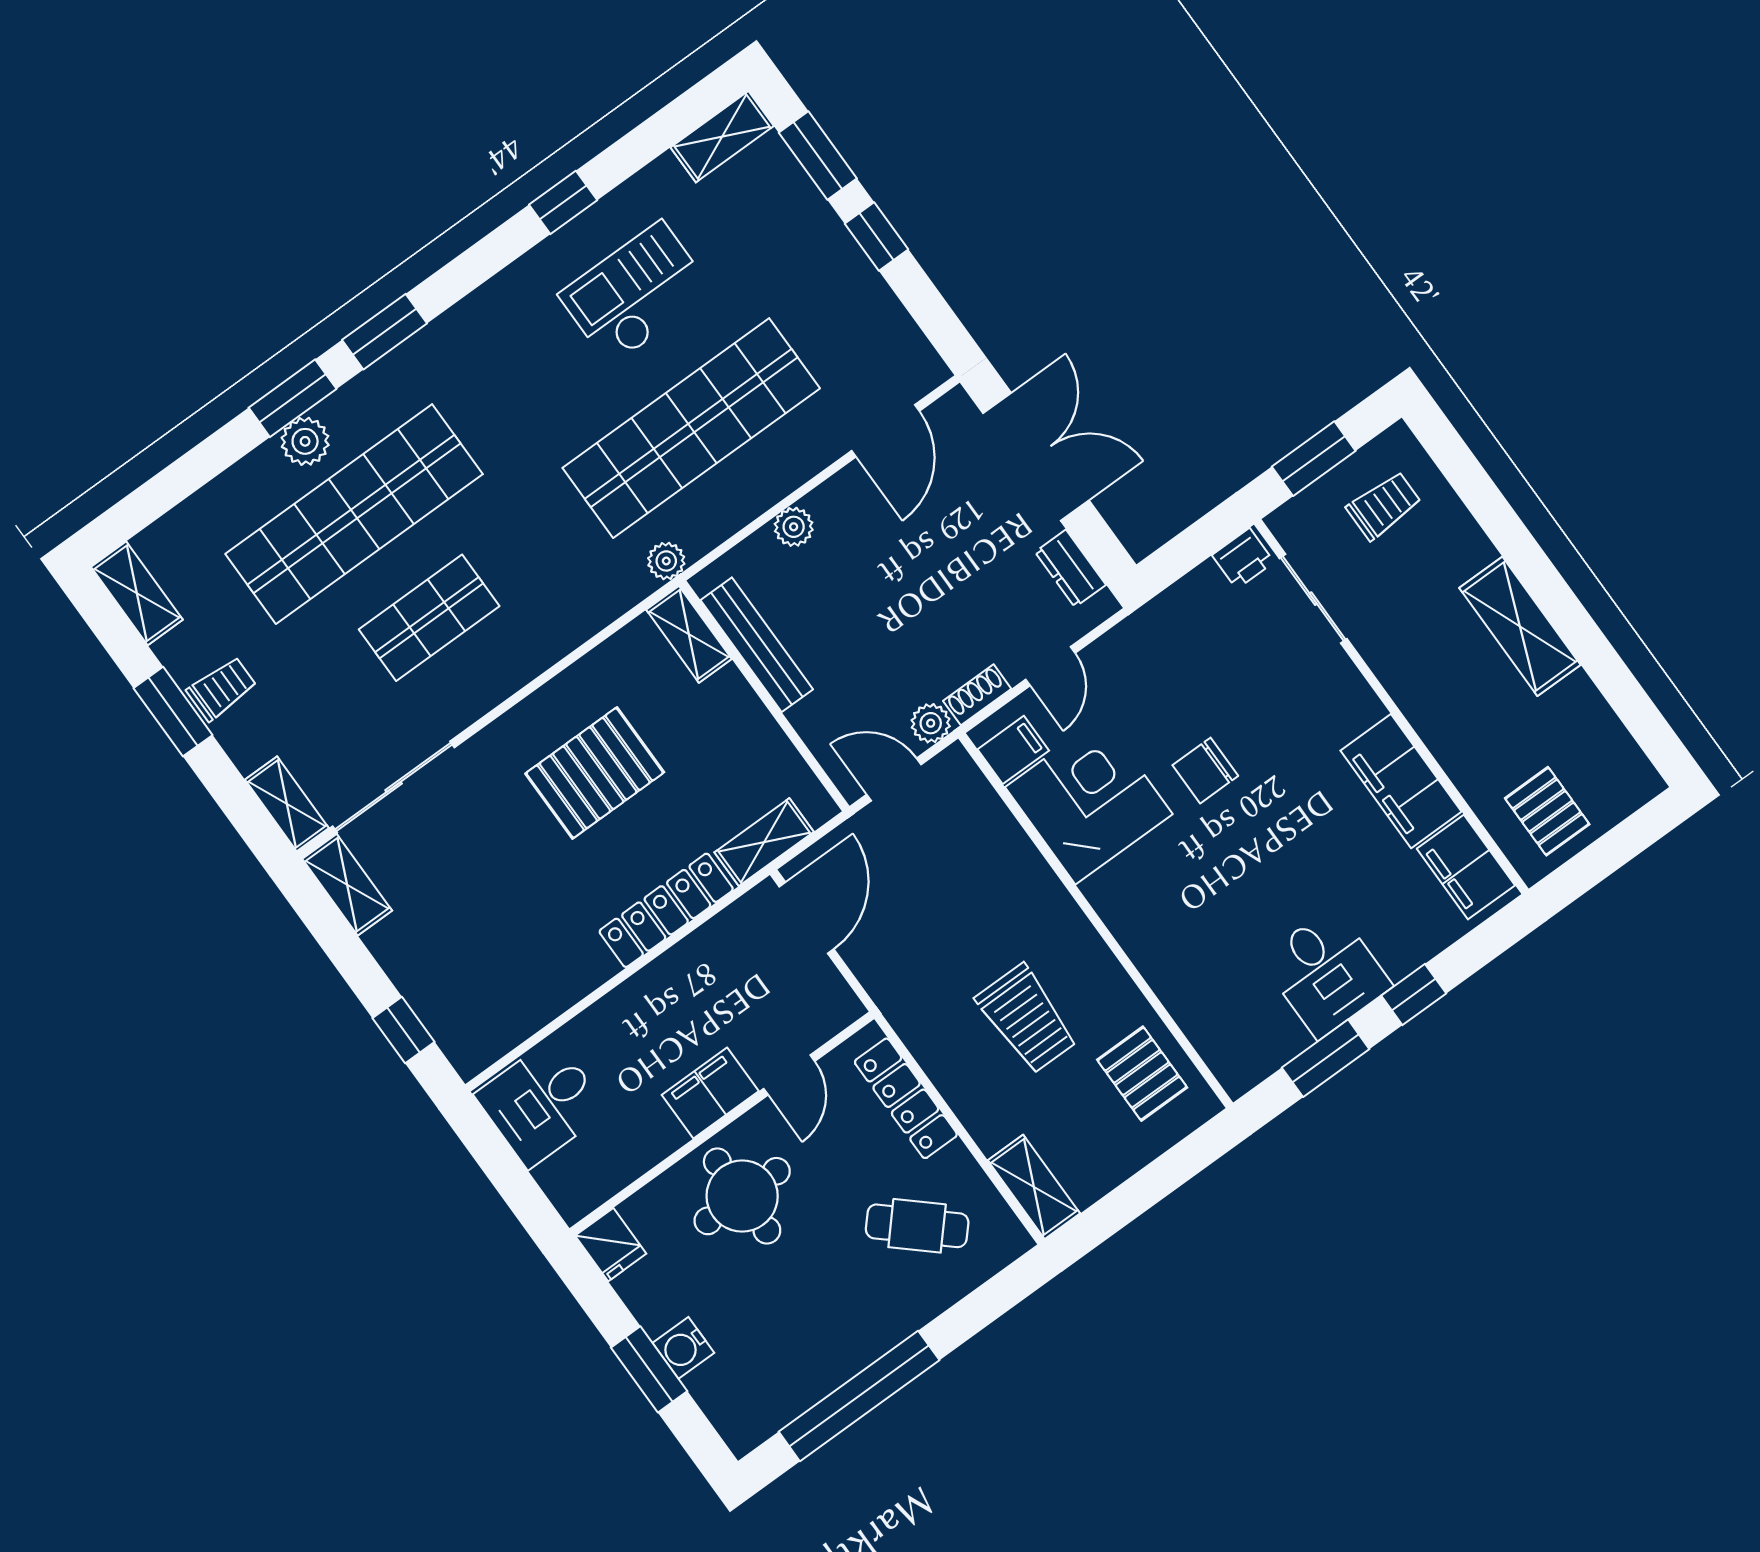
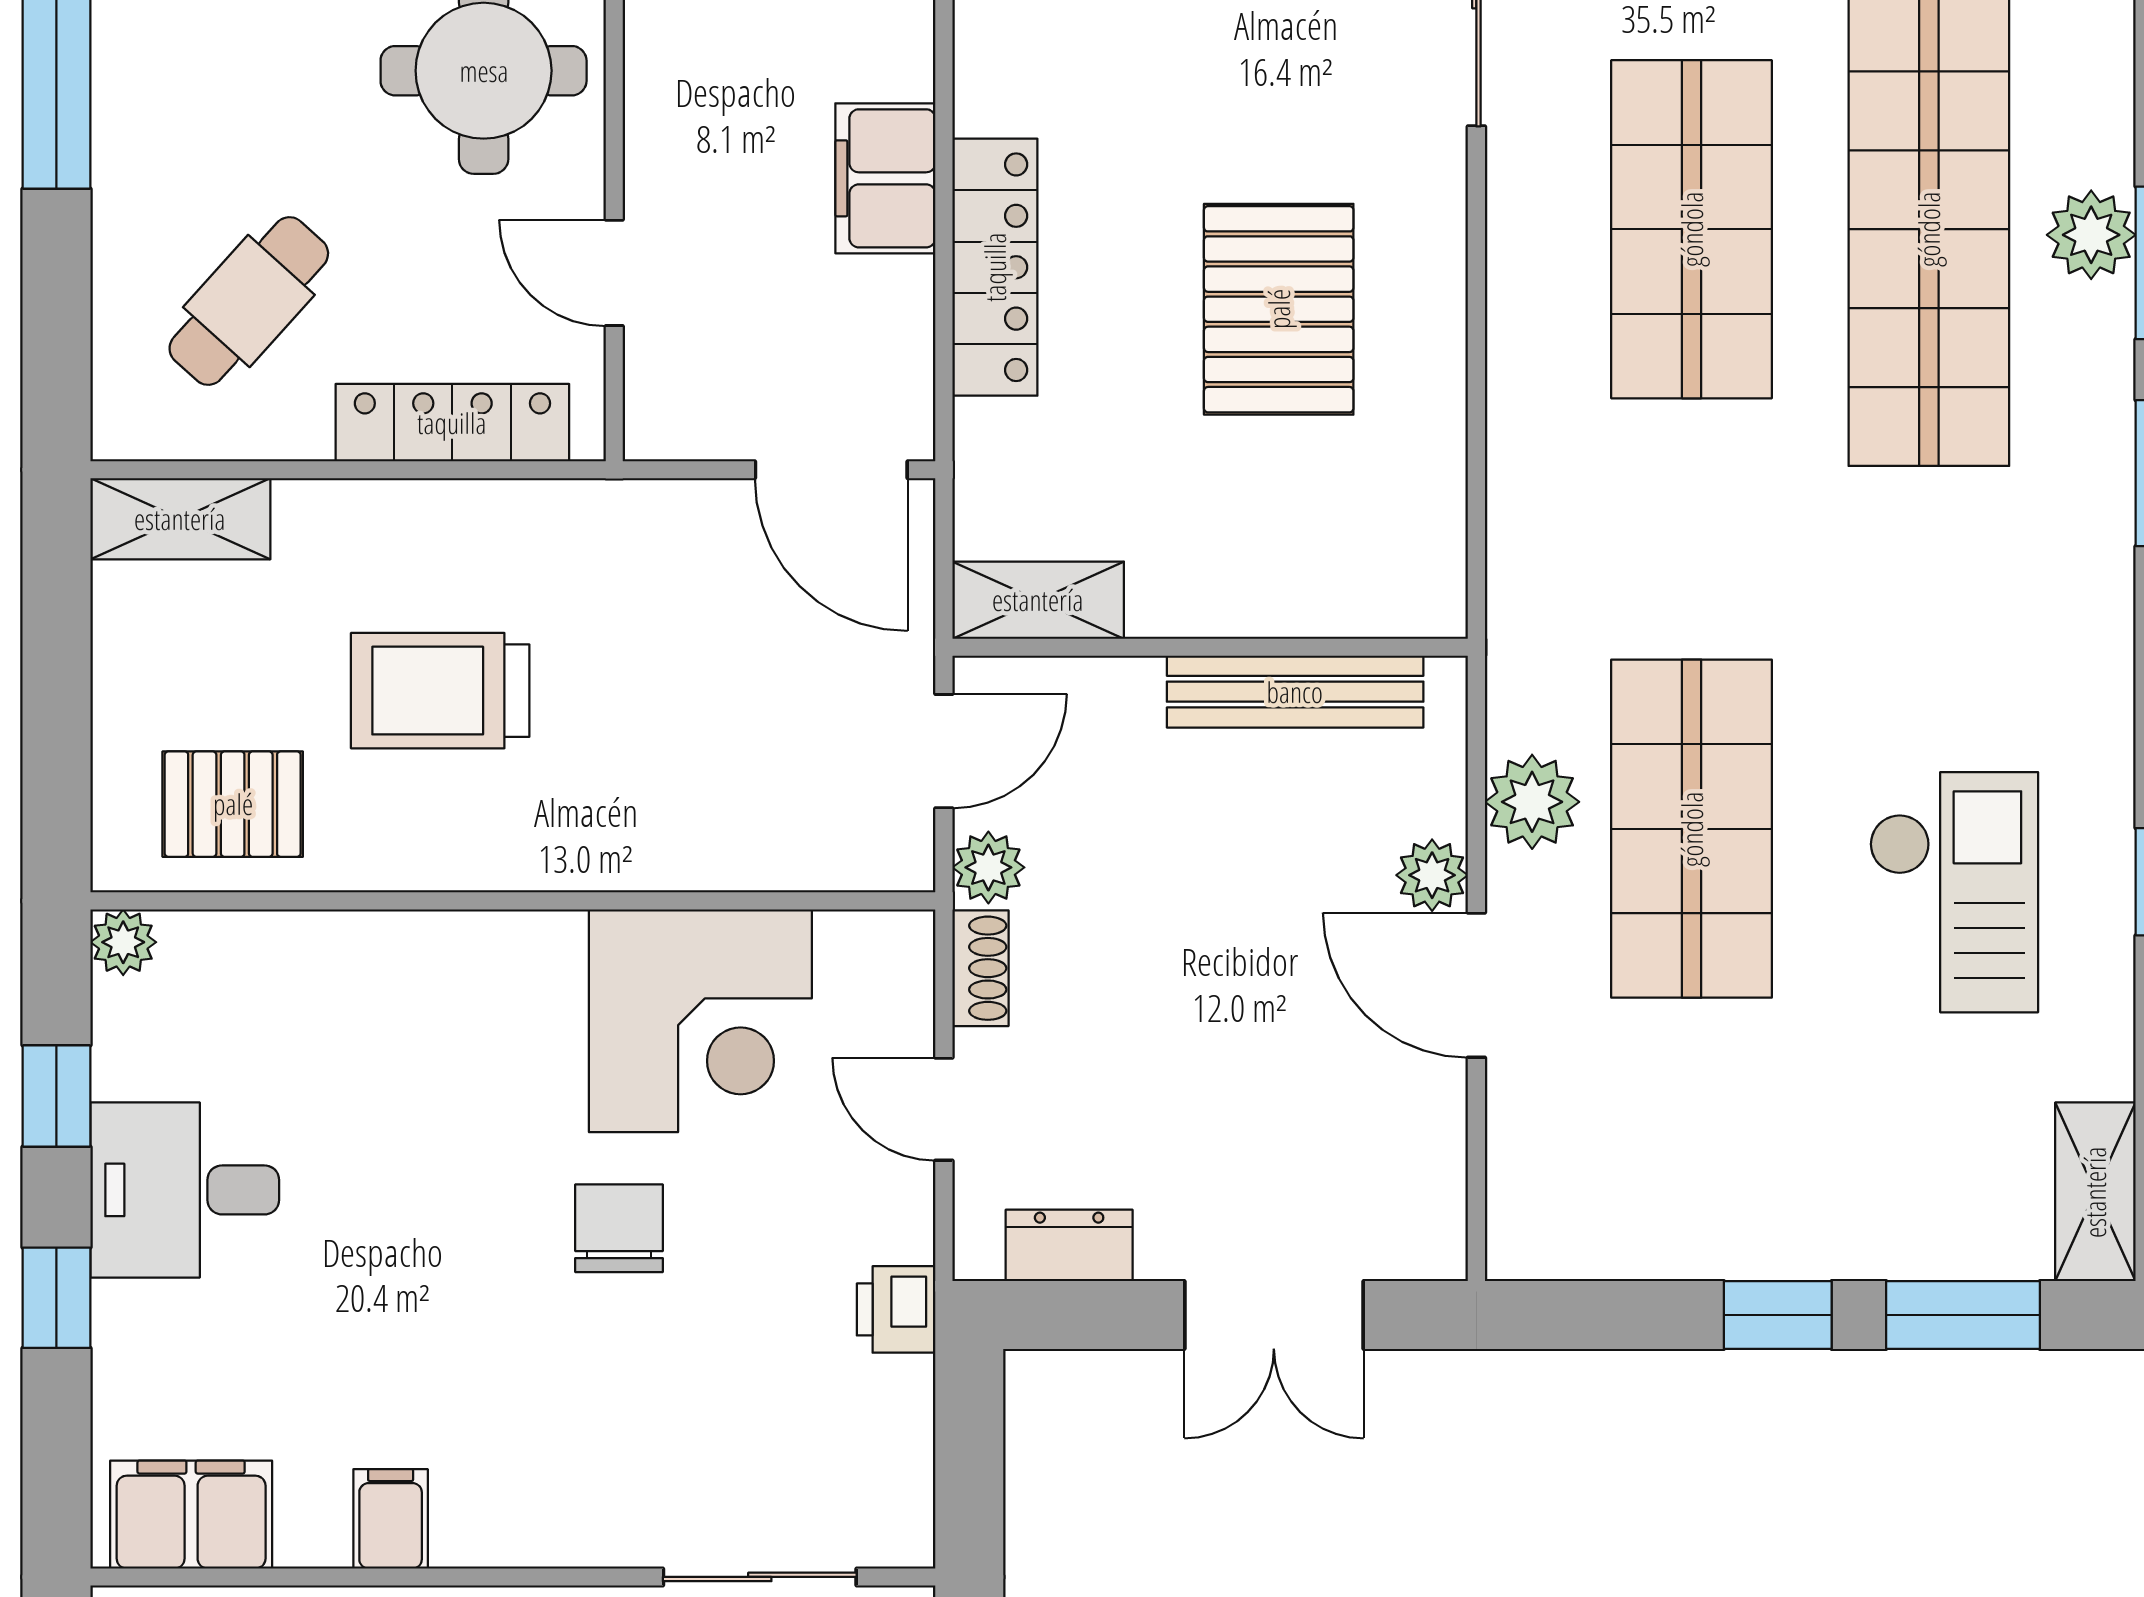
shop shelf: (691, 428) -> (1692, 829), width x0.71
door: (885, 431) -> (1476, 985), moved
double door: (1036, 457) -> (1274, 1315), width x0.73
printer: (1243, 559) -> (896, 1309), moved
plant: (666, 561) -> (1532, 802), moved, width x1.38, depth x1.38
shop shelf: (429, 618) -> (1692, 229), width x1.43, depth x1.36
shelving: (689, 634) -> (1384, 601), removed
filing cabinet: (1013, 750) -> (859, 962), removed
filing cabinet: (1401, 781) -> (391, 1519), width x0.33, depth x0.86
shelving: (764, 842) -> (1038, 600), moved, turned 90
window: (1326, 1058) -> (56, 1096), width x0.67
plant: (1237, 1078) -> (123, 942), added
filing cabinet: (710, 1093) -> (885, 178), moved, turned 180

